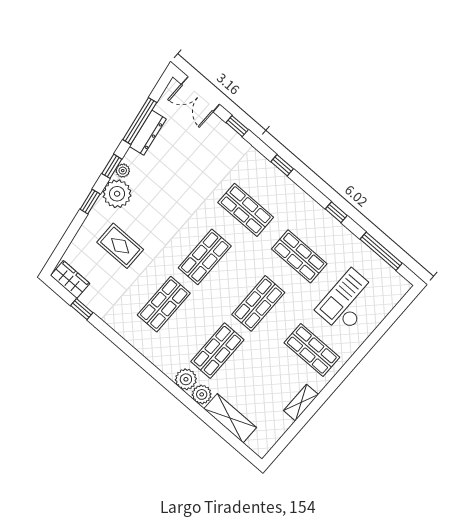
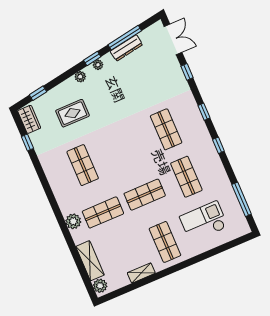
double door: (200, 94) -> (173, 39), swing flipped
plant: (117, 194) -> (80, 77), width x0.53, depth x0.53
window: (90, 202) -> (38, 93), moved
window: (336, 212) -> (218, 145), moved
rug: (120, 246) -> (73, 113), turned 90
shop shelf: (205, 257) -> (124, 147), removed
shop shelf: (164, 304) -> (83, 165), turned 90
plant: (202, 394) -> (100, 286), moved

